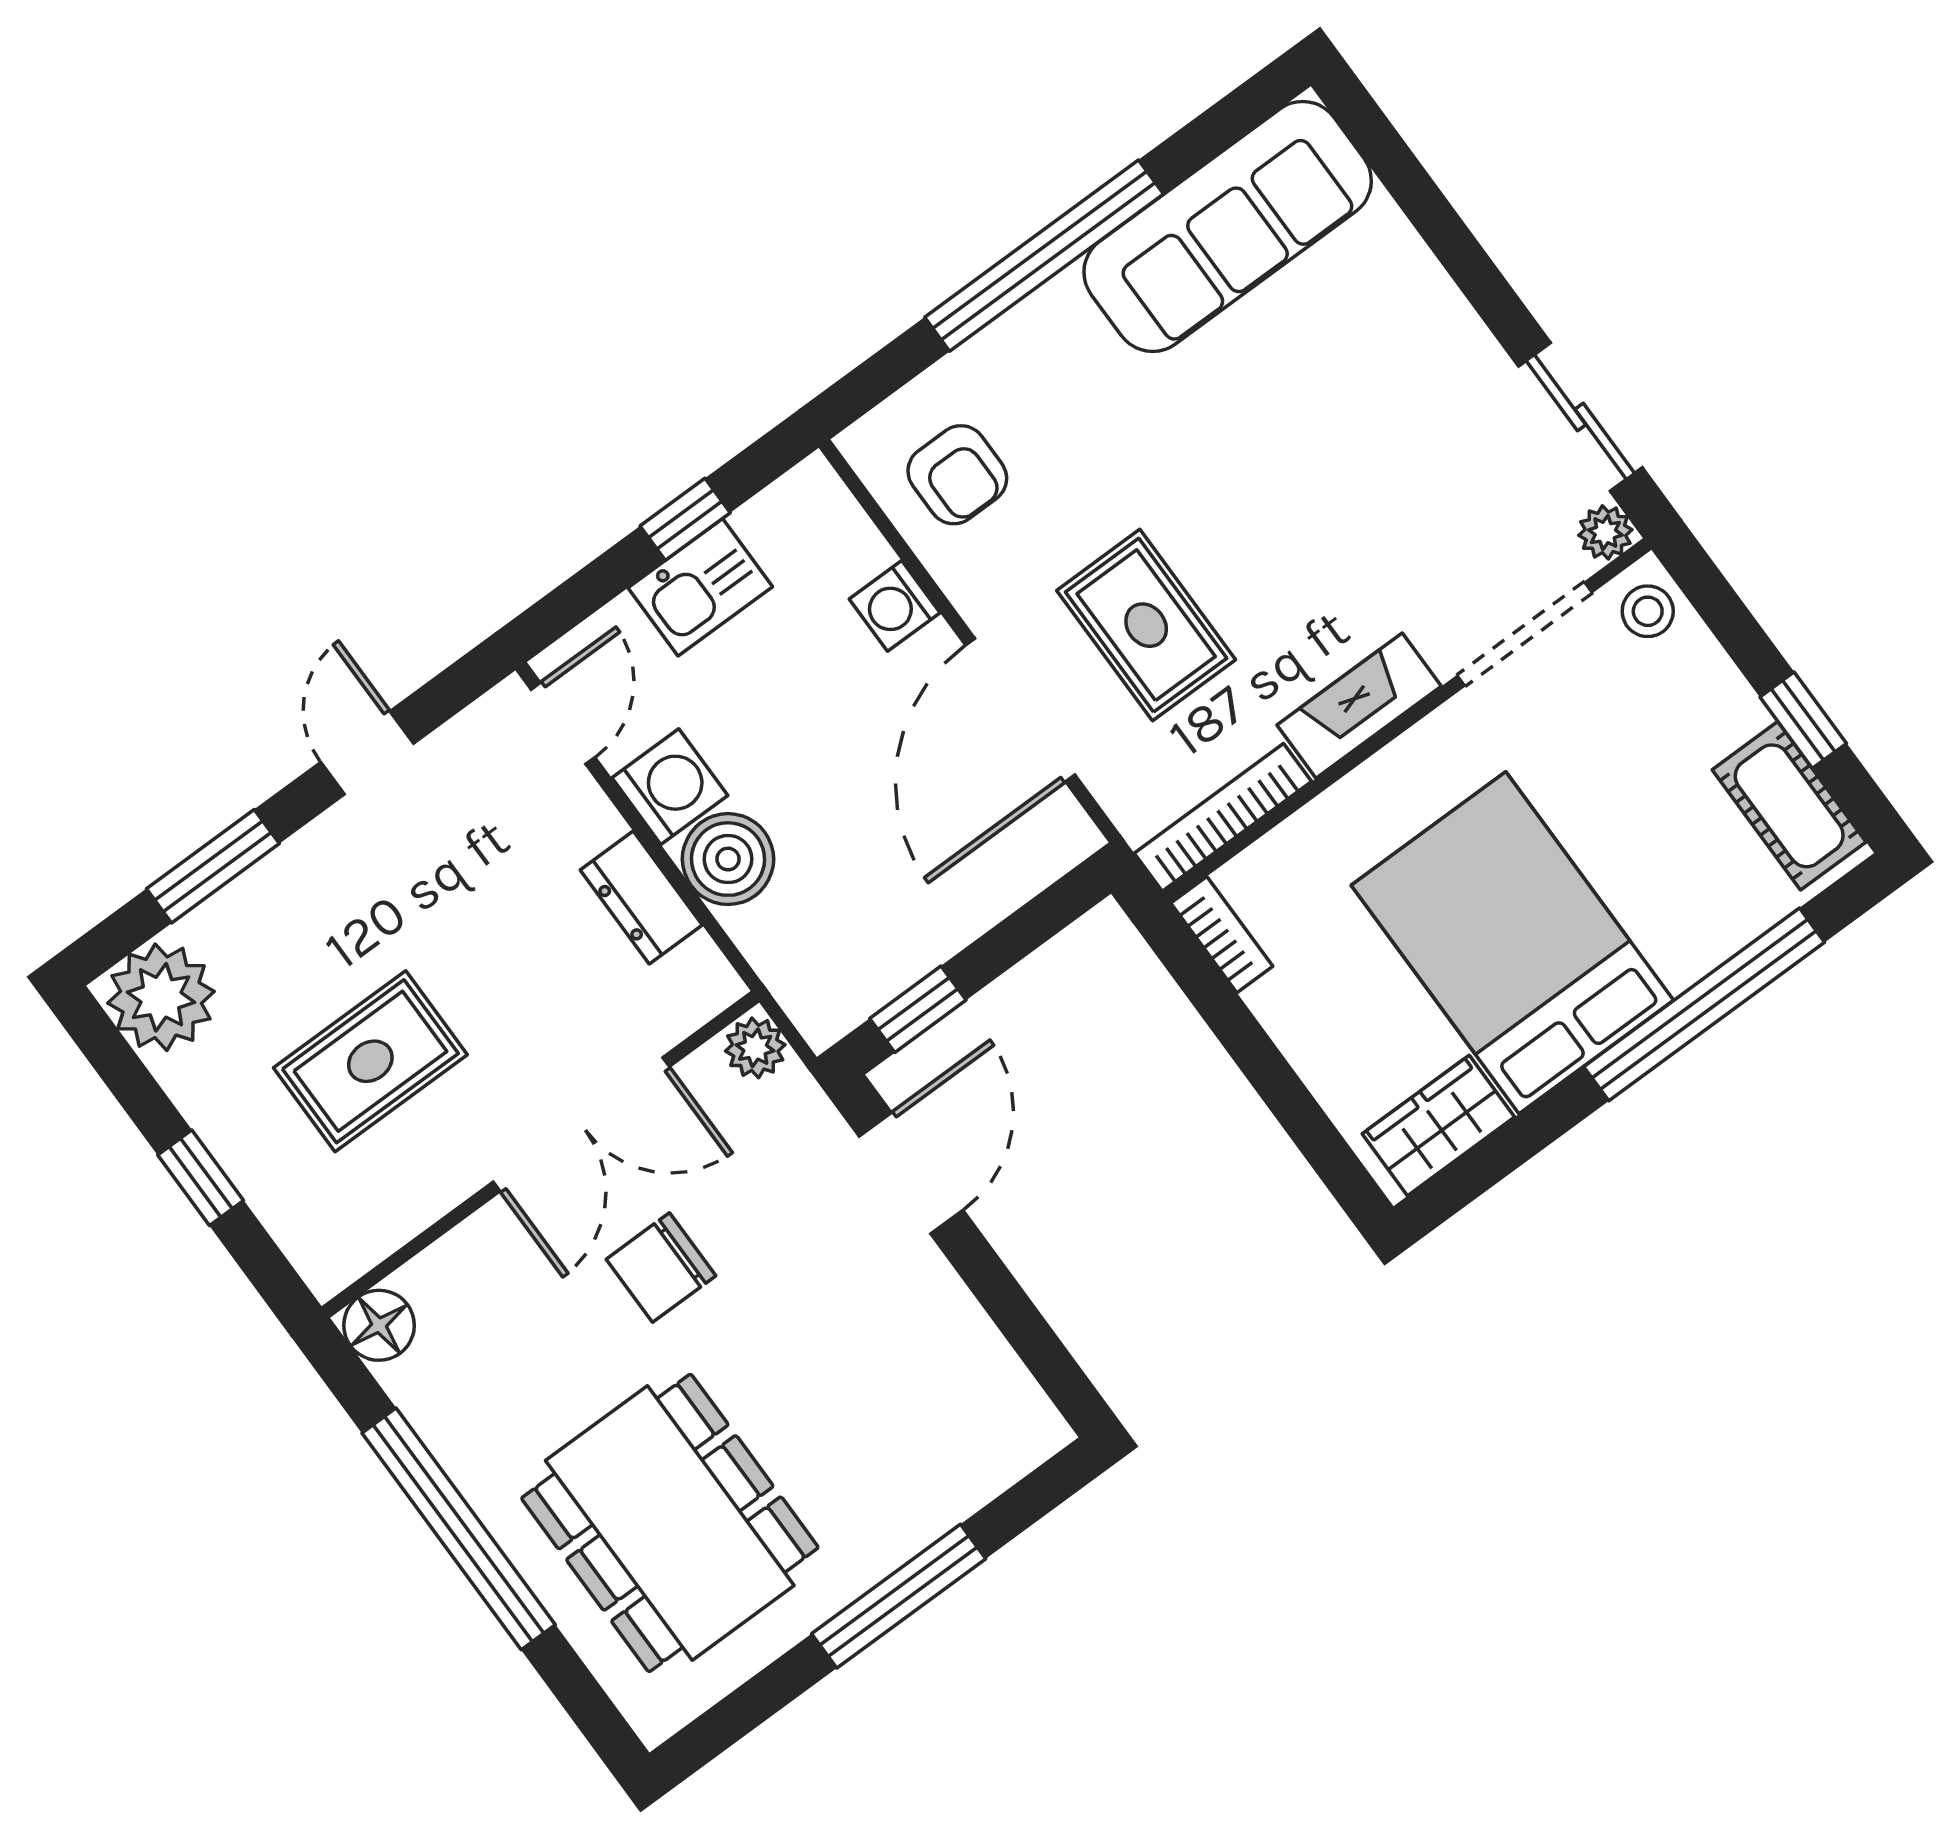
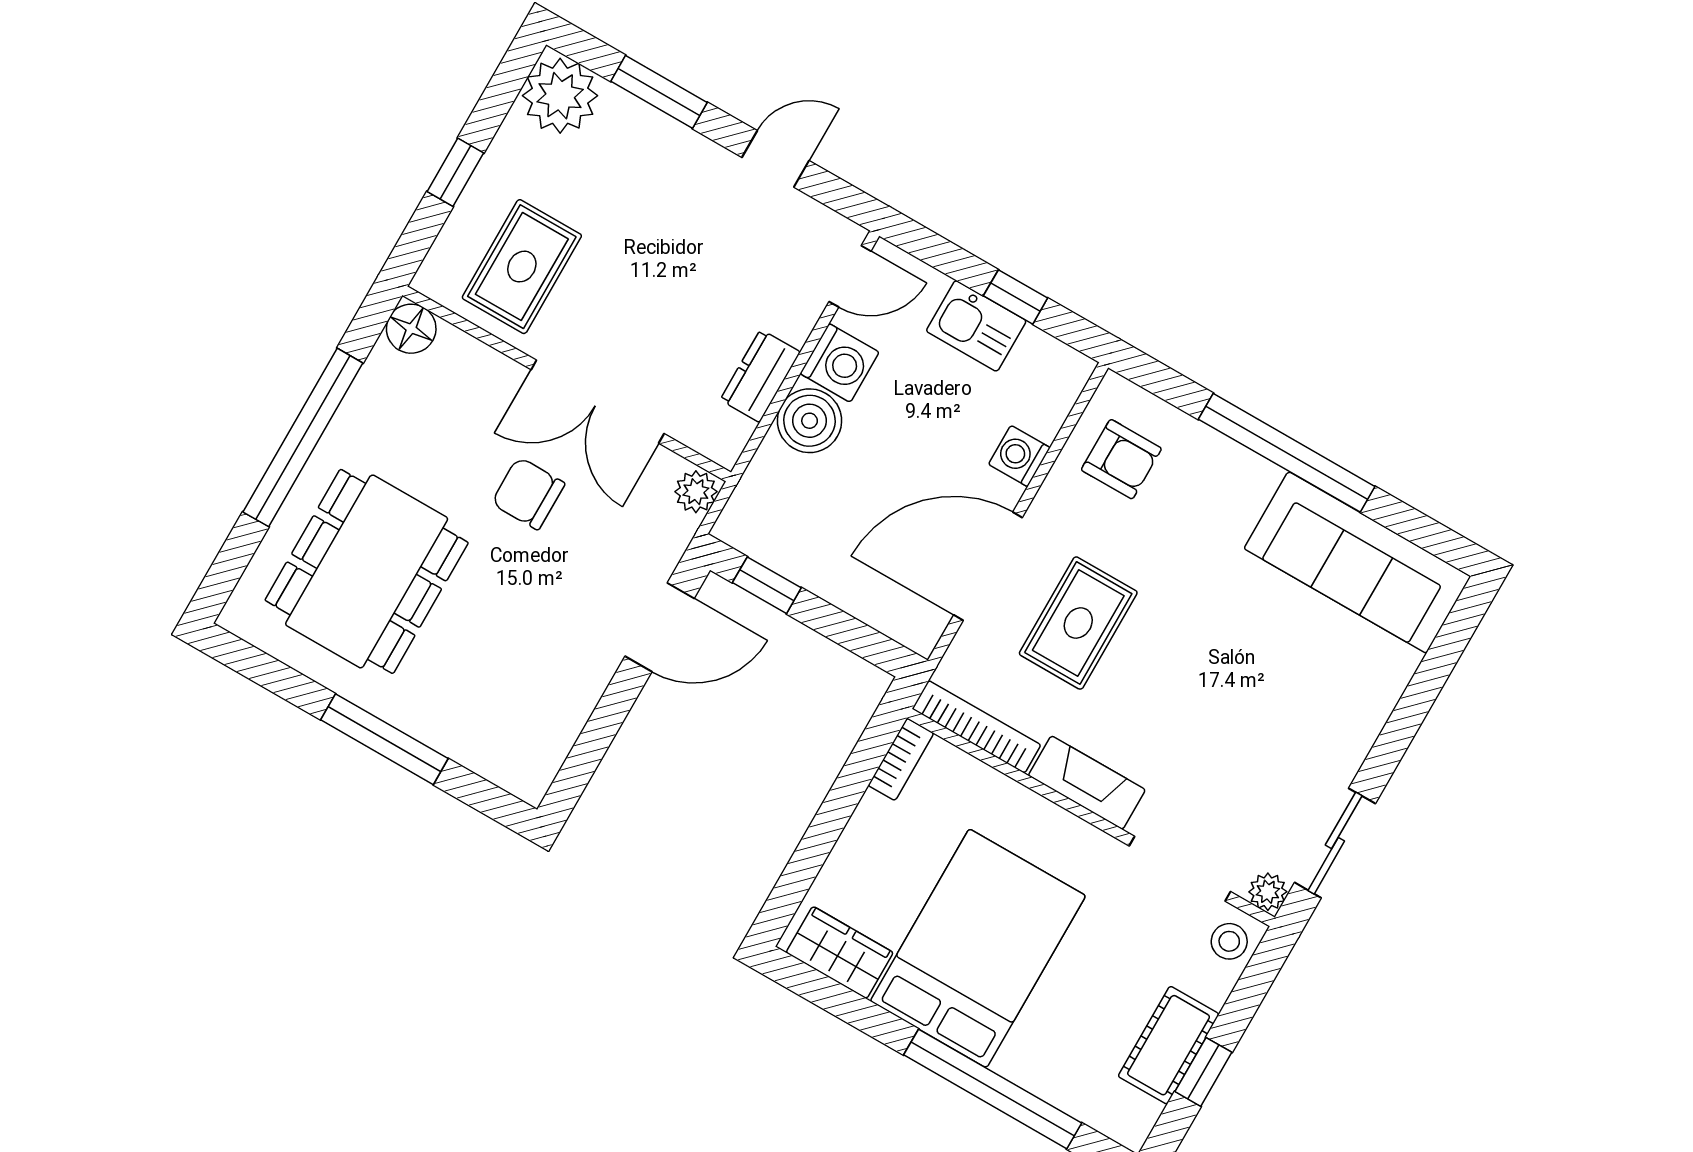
armchair: (957, 475) -> (1121, 459), turned -90
cot: (1789, 806) -> (1169, 1045), moved
rug: (370, 1061) -> (522, 267), moved, turned 90

